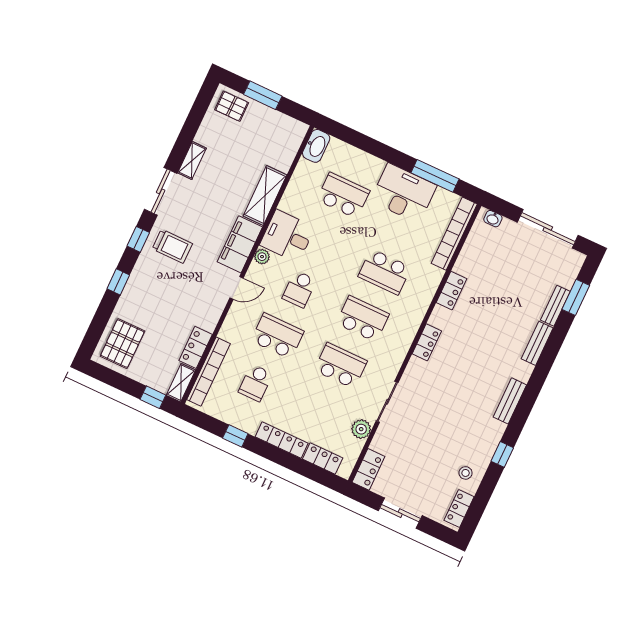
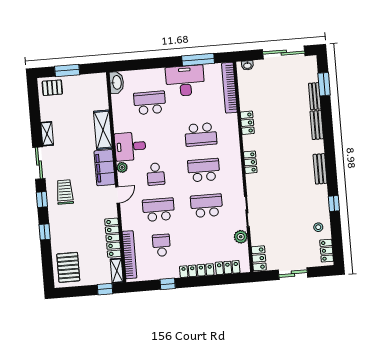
trolley: (172, 246) -> (65, 192), turned -90
locker: (196, 347) -> (113, 238), width x1.53
school desk: (255, 383) -> (161, 245), turned 180

